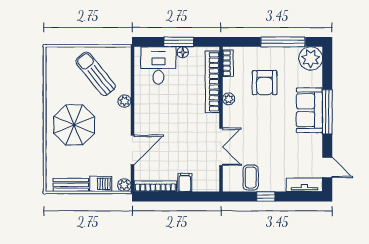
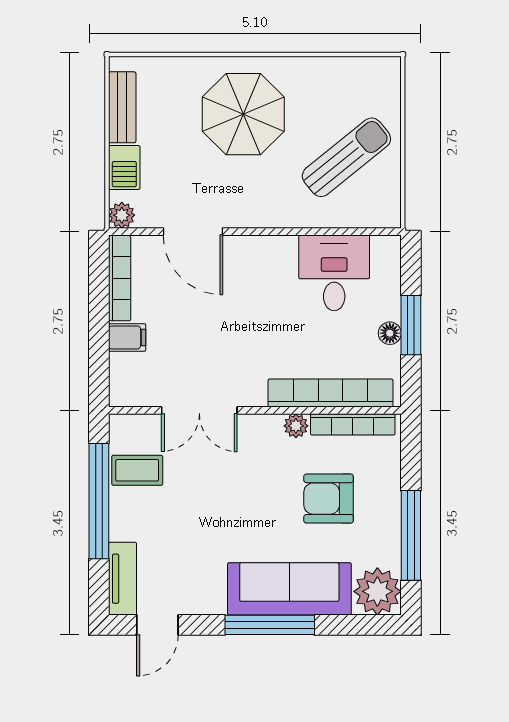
bookcase: (228, 63) -> (353, 424), width x1.56
desk: (158, 66) -> (334, 273), moved, turned -90
plant: (124, 101) -> (291, 216), removed
sofa: (309, 110) -> (289, 589), width x1.36
window: (266, 196) -> (99, 501), width x3.17

